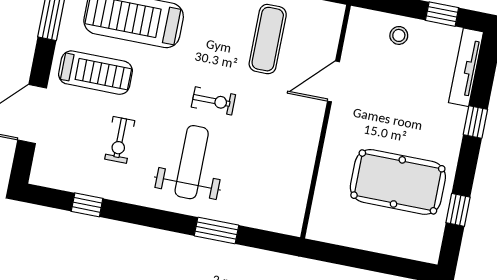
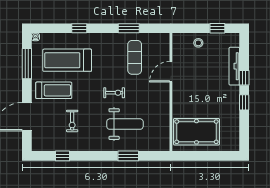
tv unit: (466, 67) -> (234, 66), moved
weight bench: (192, 162) -> (125, 124), moved, turned 90
pool table: (398, 182) -> (196, 132), moved
window: (458, 210) -> (244, 102), moved

